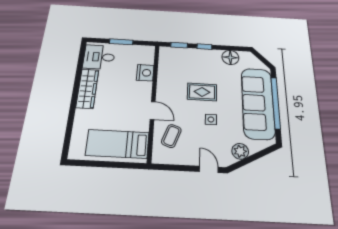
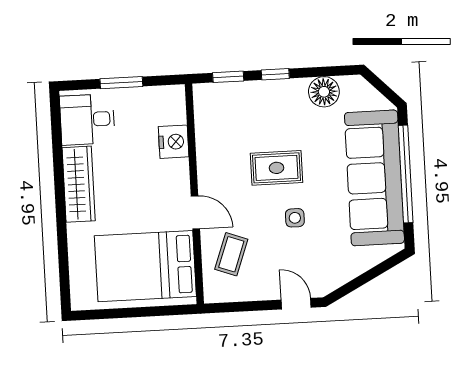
bed: (118, 144) -> (145, 266), width x1.50
plant: (240, 151) -> (345, 268), removed

